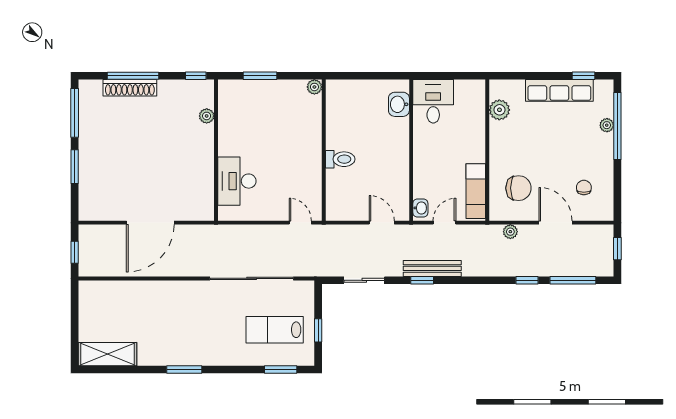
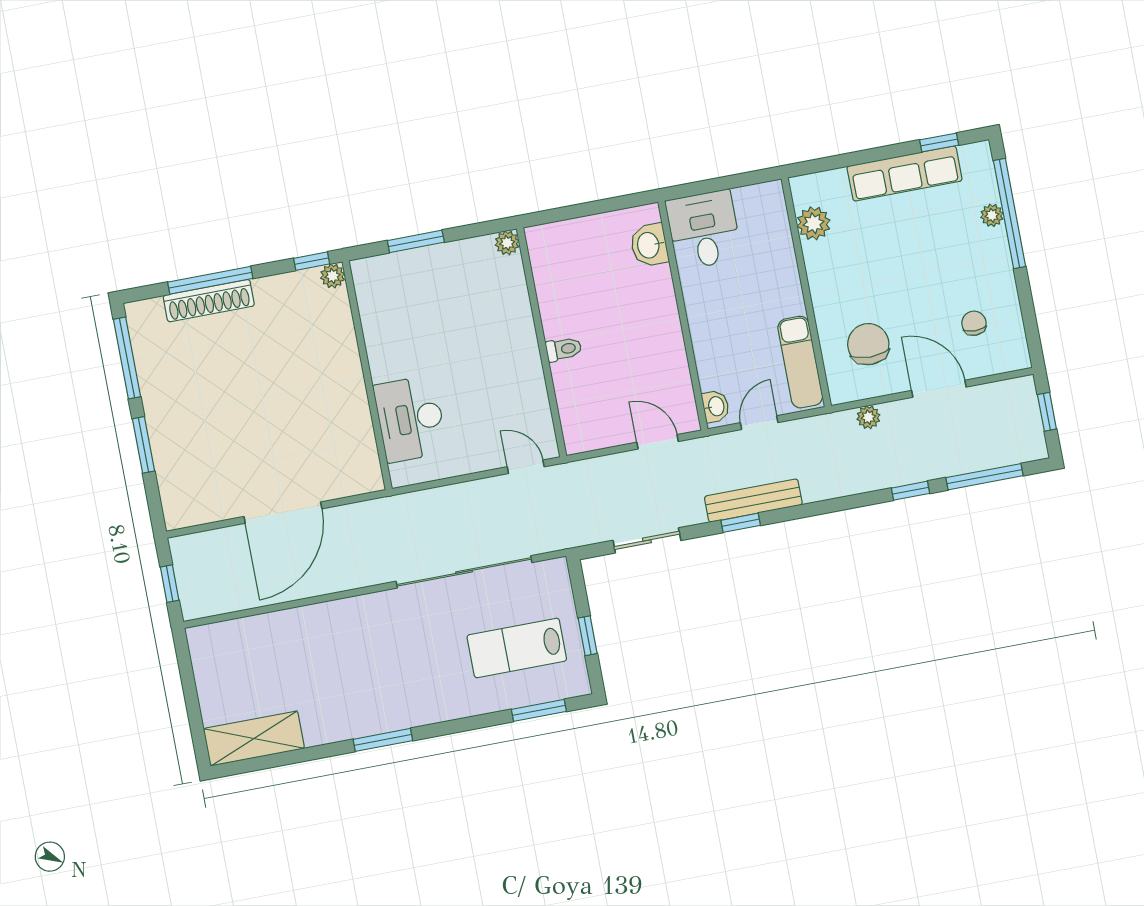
plant: (207, 116) -> (333, 276), moved
toilet: (340, 159) -> (564, 349), width x0.73, depth x0.72
chair: (518, 188) -> (868, 344), turned -90

